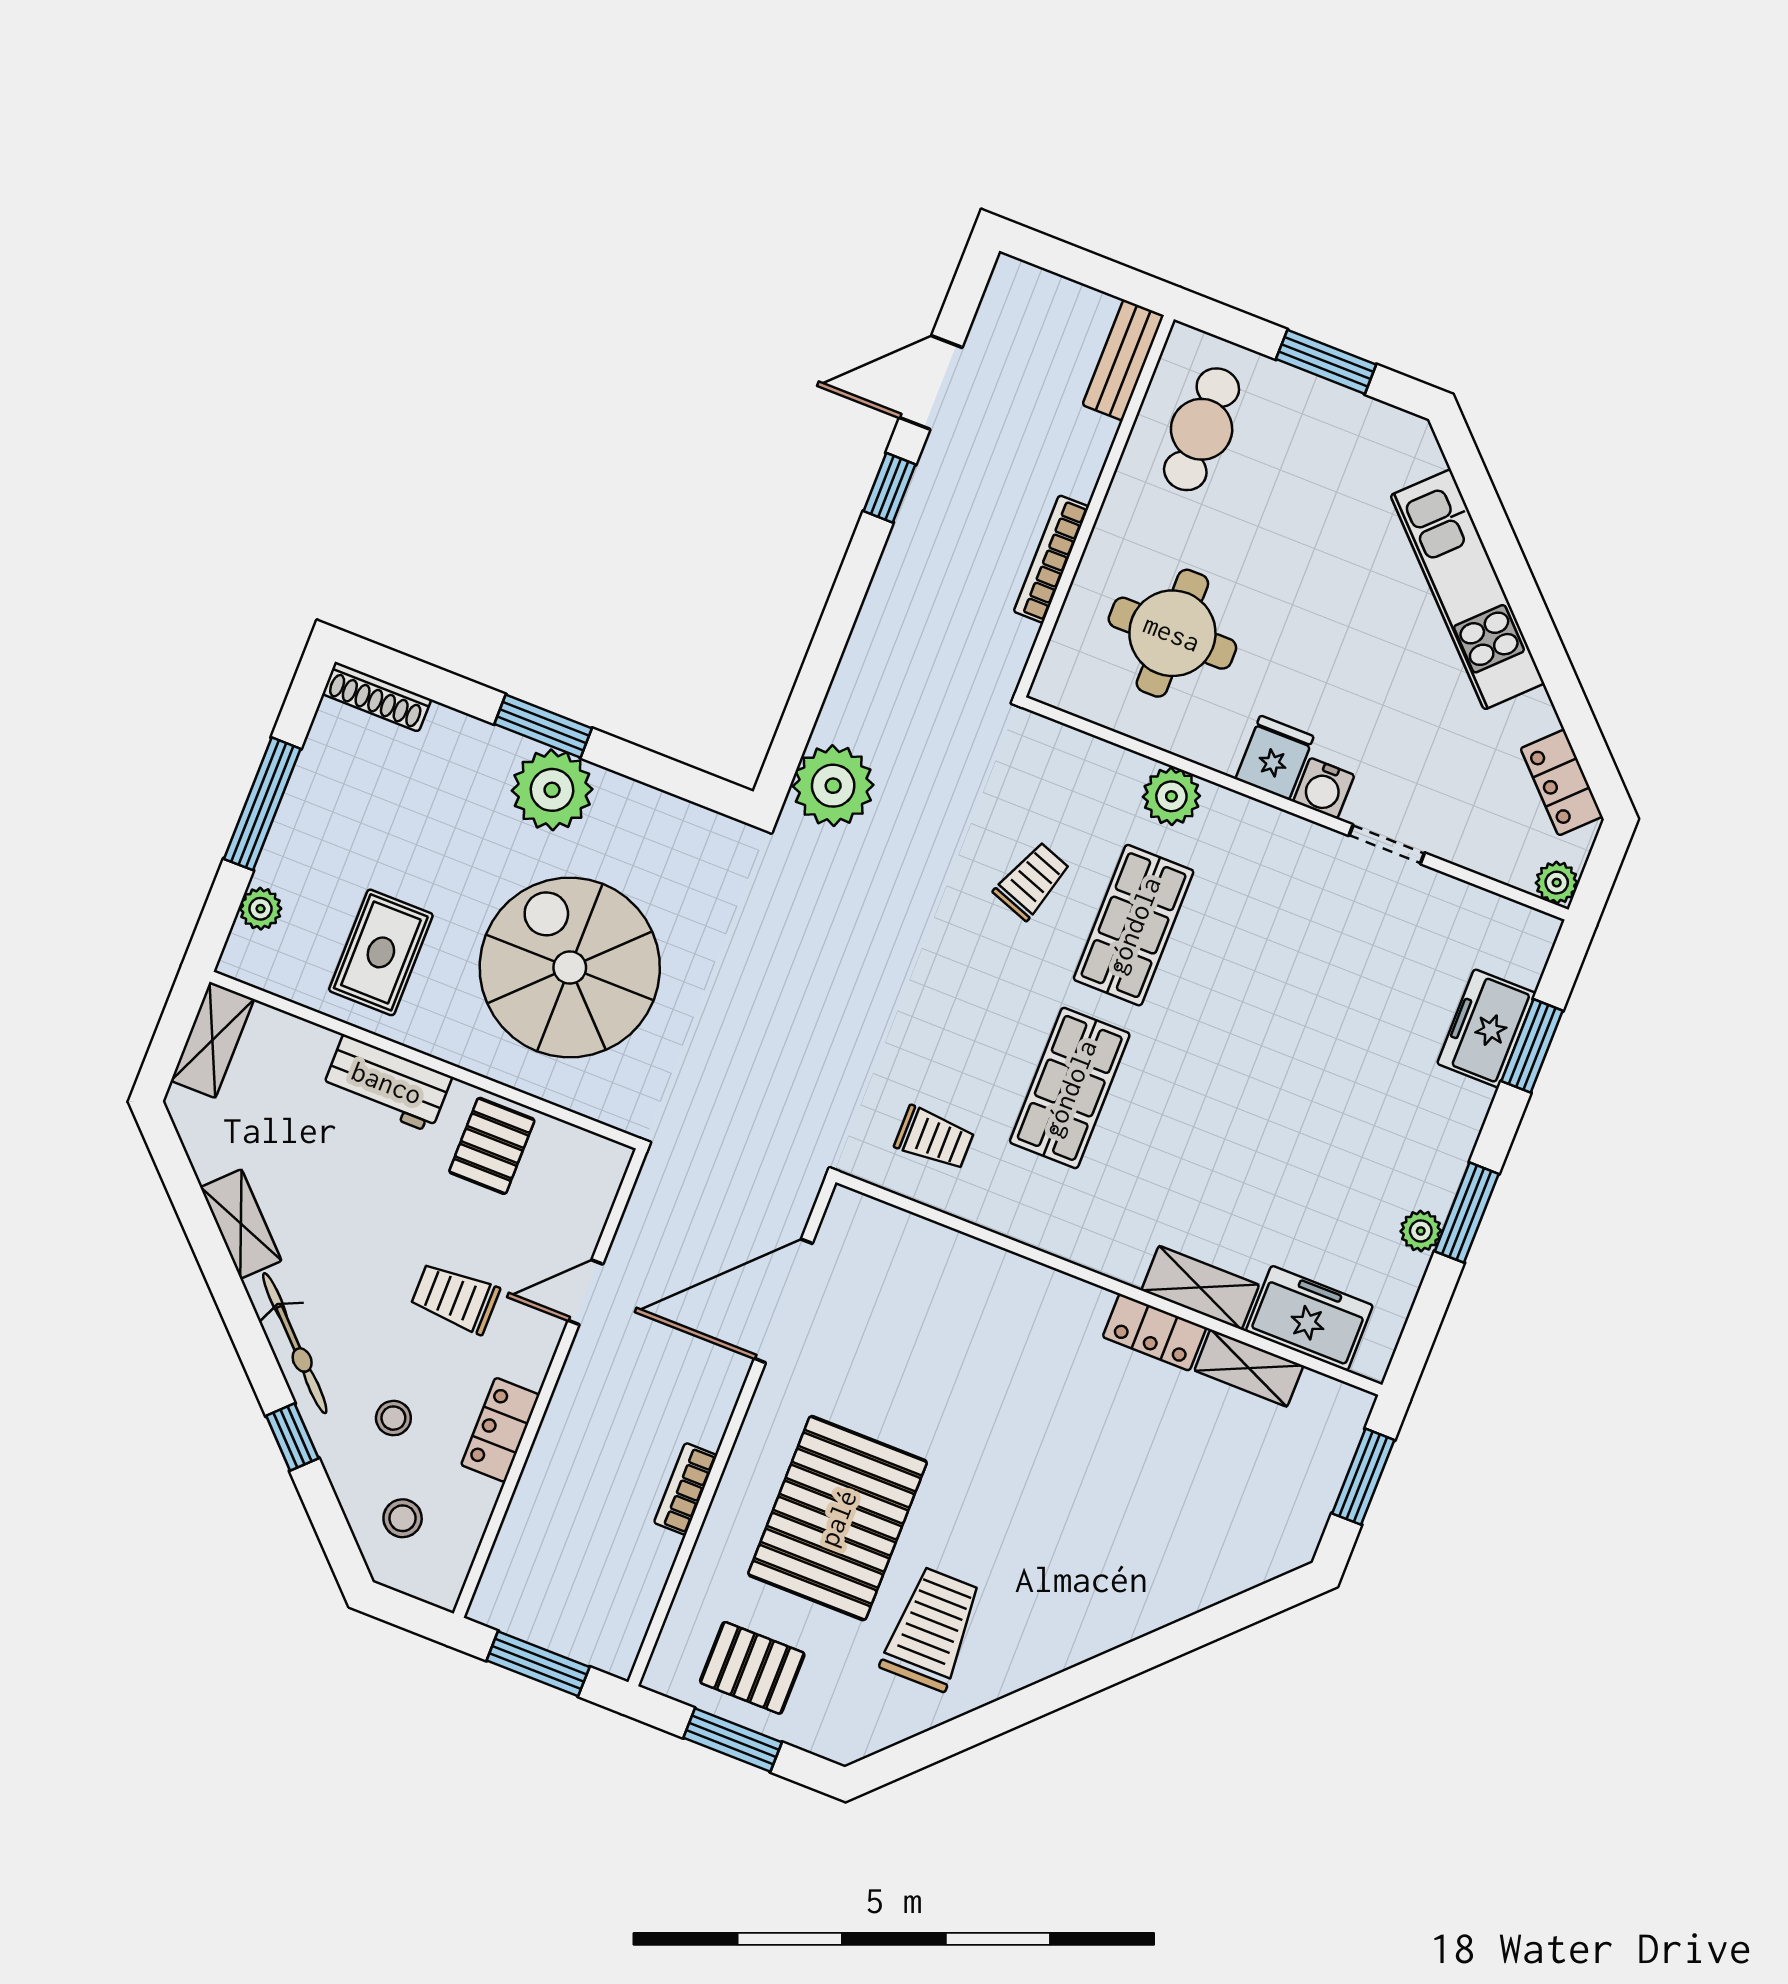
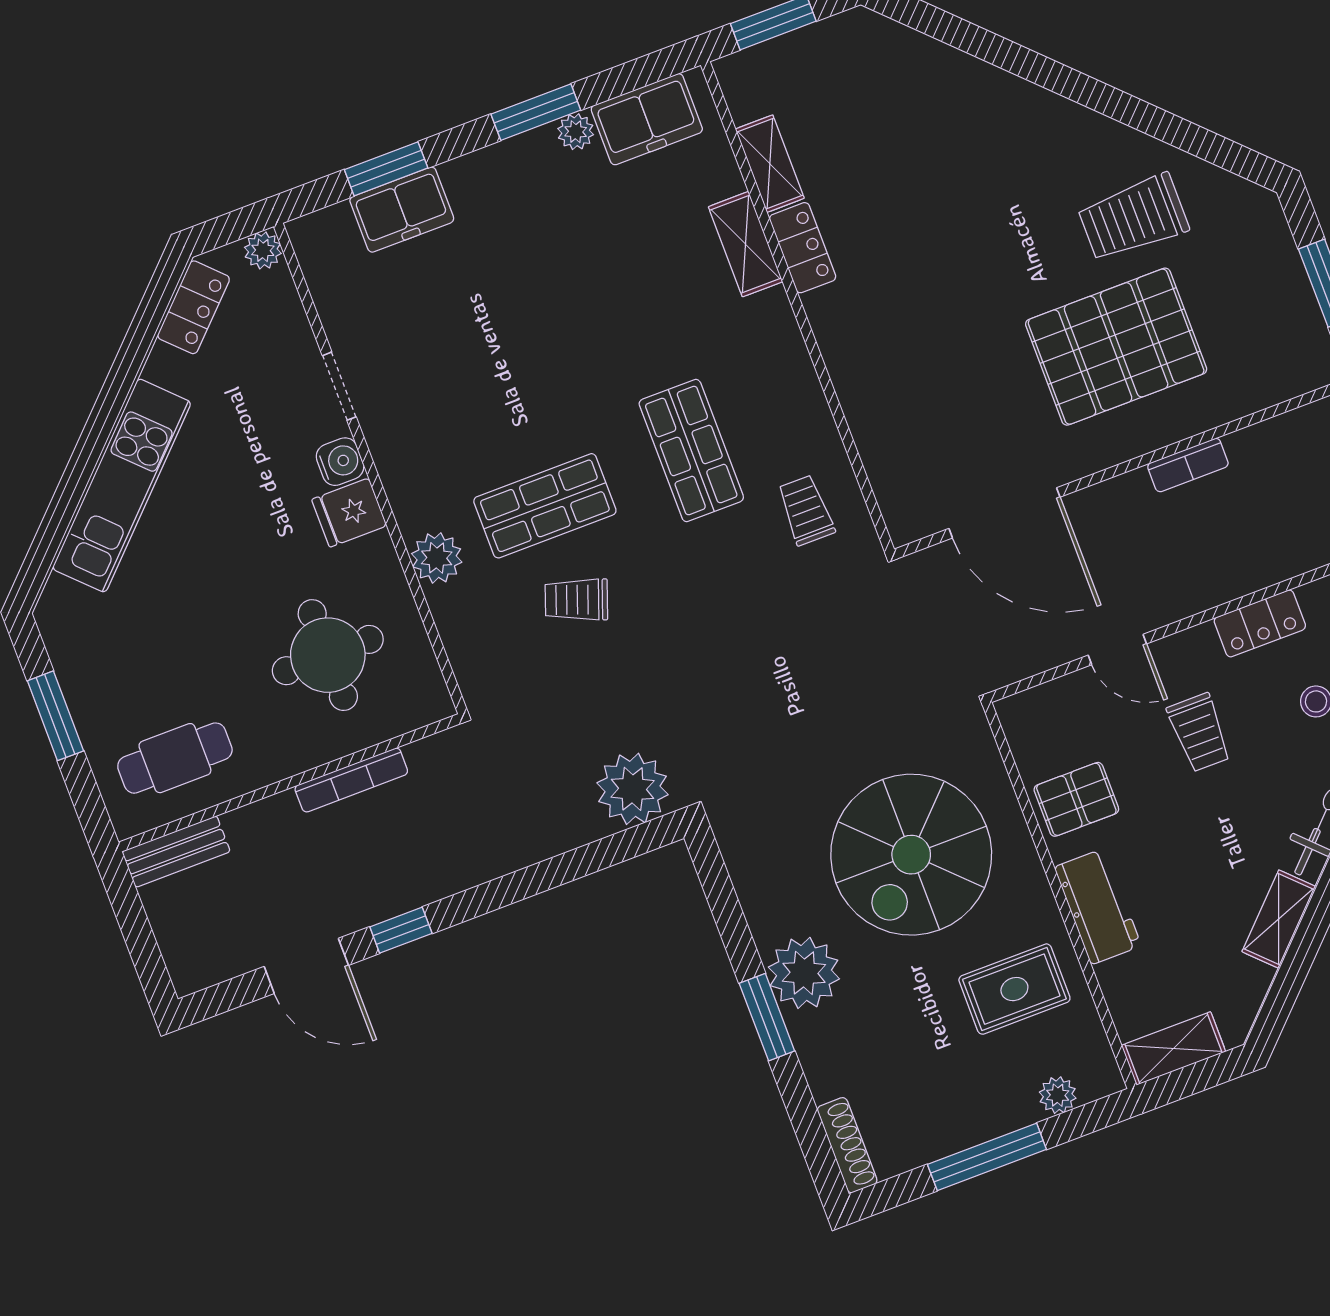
shop shelf: (1070, 1088) -> (691, 450), turned 90
freezer: (1309, 1318) -> (647, 119), moved, turned -90
pallet: (752, 1668) -> (1267, 313), removed

